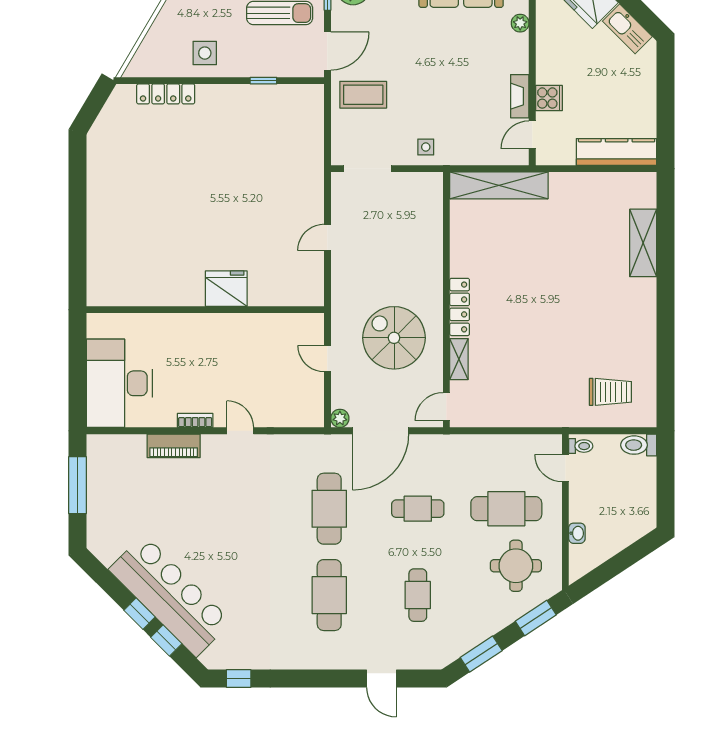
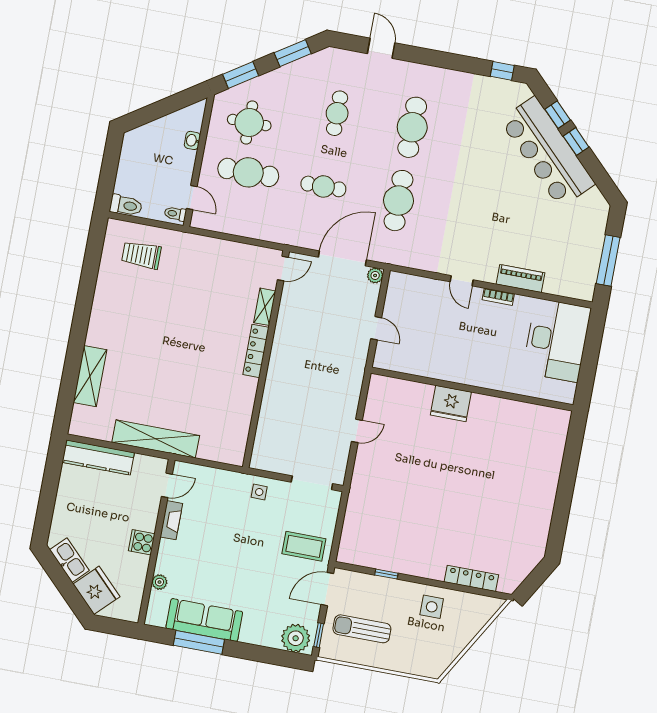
cooker: (549, 98) -> (142, 542), moved
shelving: (499, 185) -> (156, 439), moved
spiral stairs: (394, 338) -> (316, 335), removed

